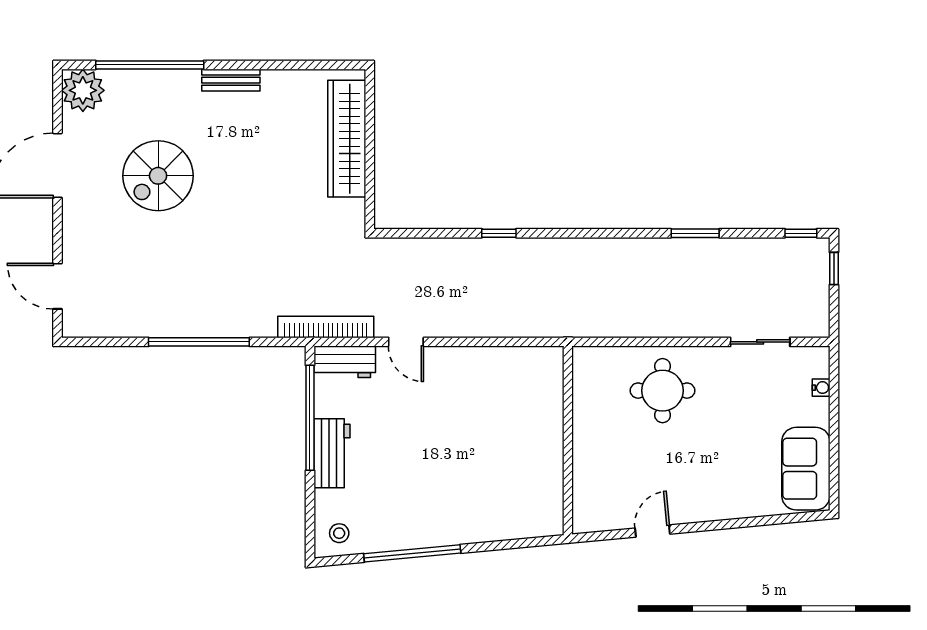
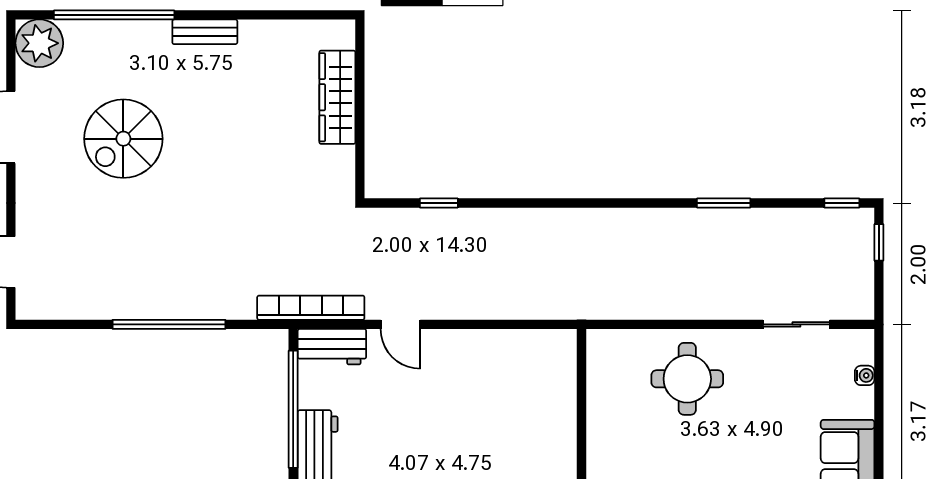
wardrobe: (347, 139) -> (337, 97), width x0.71, depth x0.85
window: (499, 233) -> (439, 203), moved

